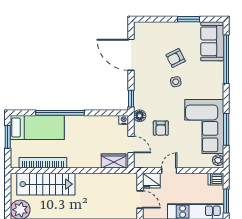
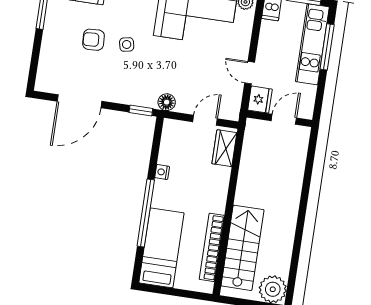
armchair: (176, 58) -> (94, 40), turned 114
nightstand: (124, 120) -> (162, 172), moved
armchair: (161, 128) -> (188, 75), removed
window: (8, 137) -> (168, 291), removed

